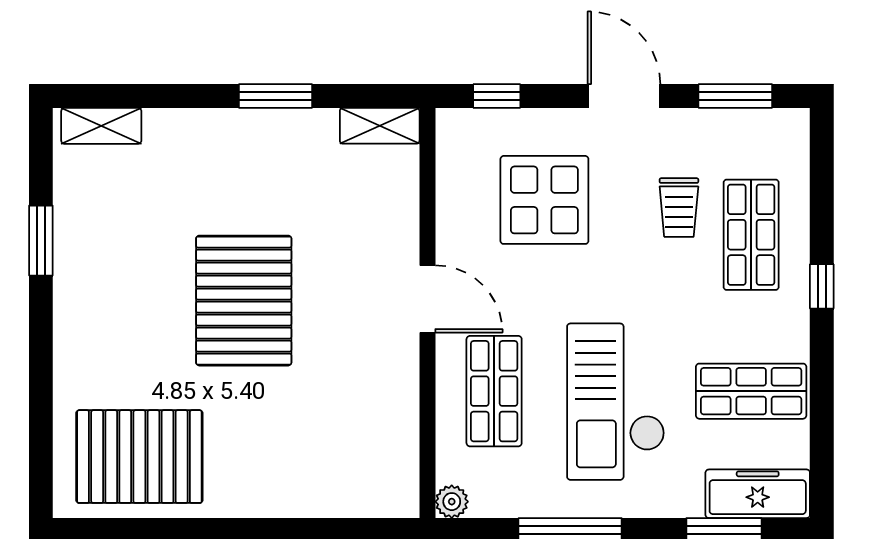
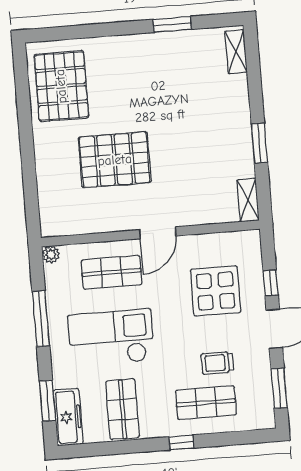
window: (497, 96) -> (271, 283), moved
pallet: (244, 301) -> (115, 160), moved

